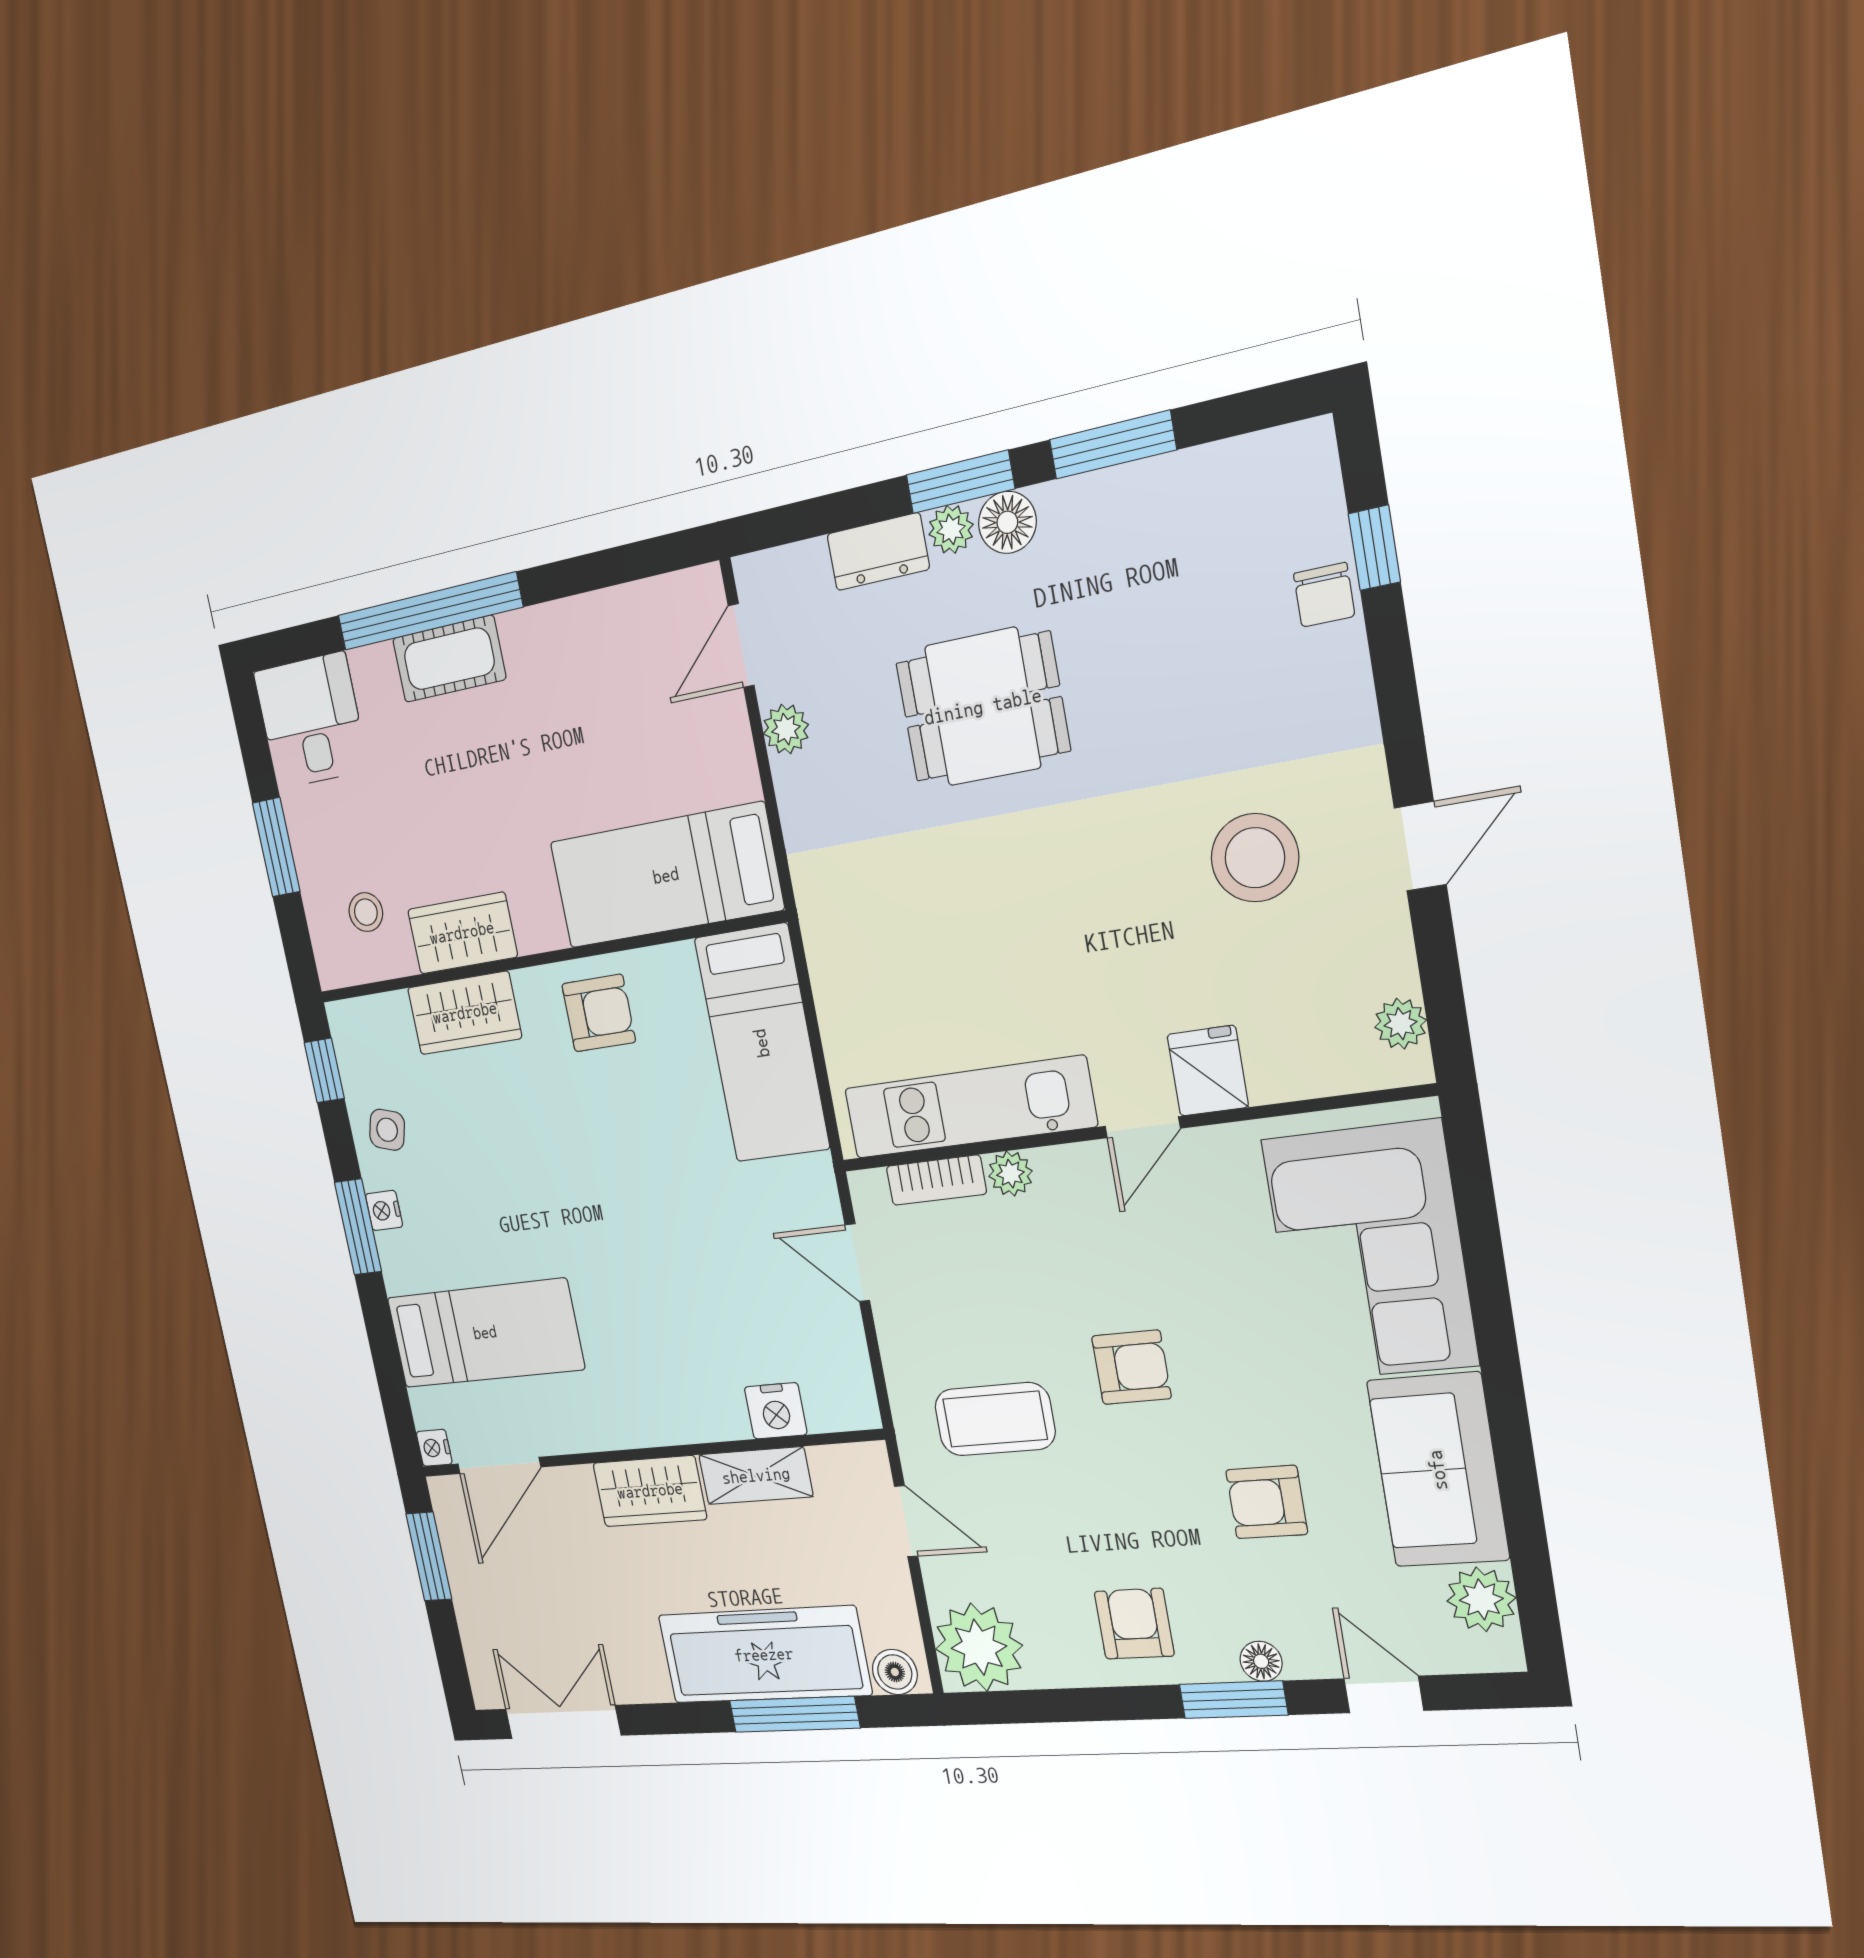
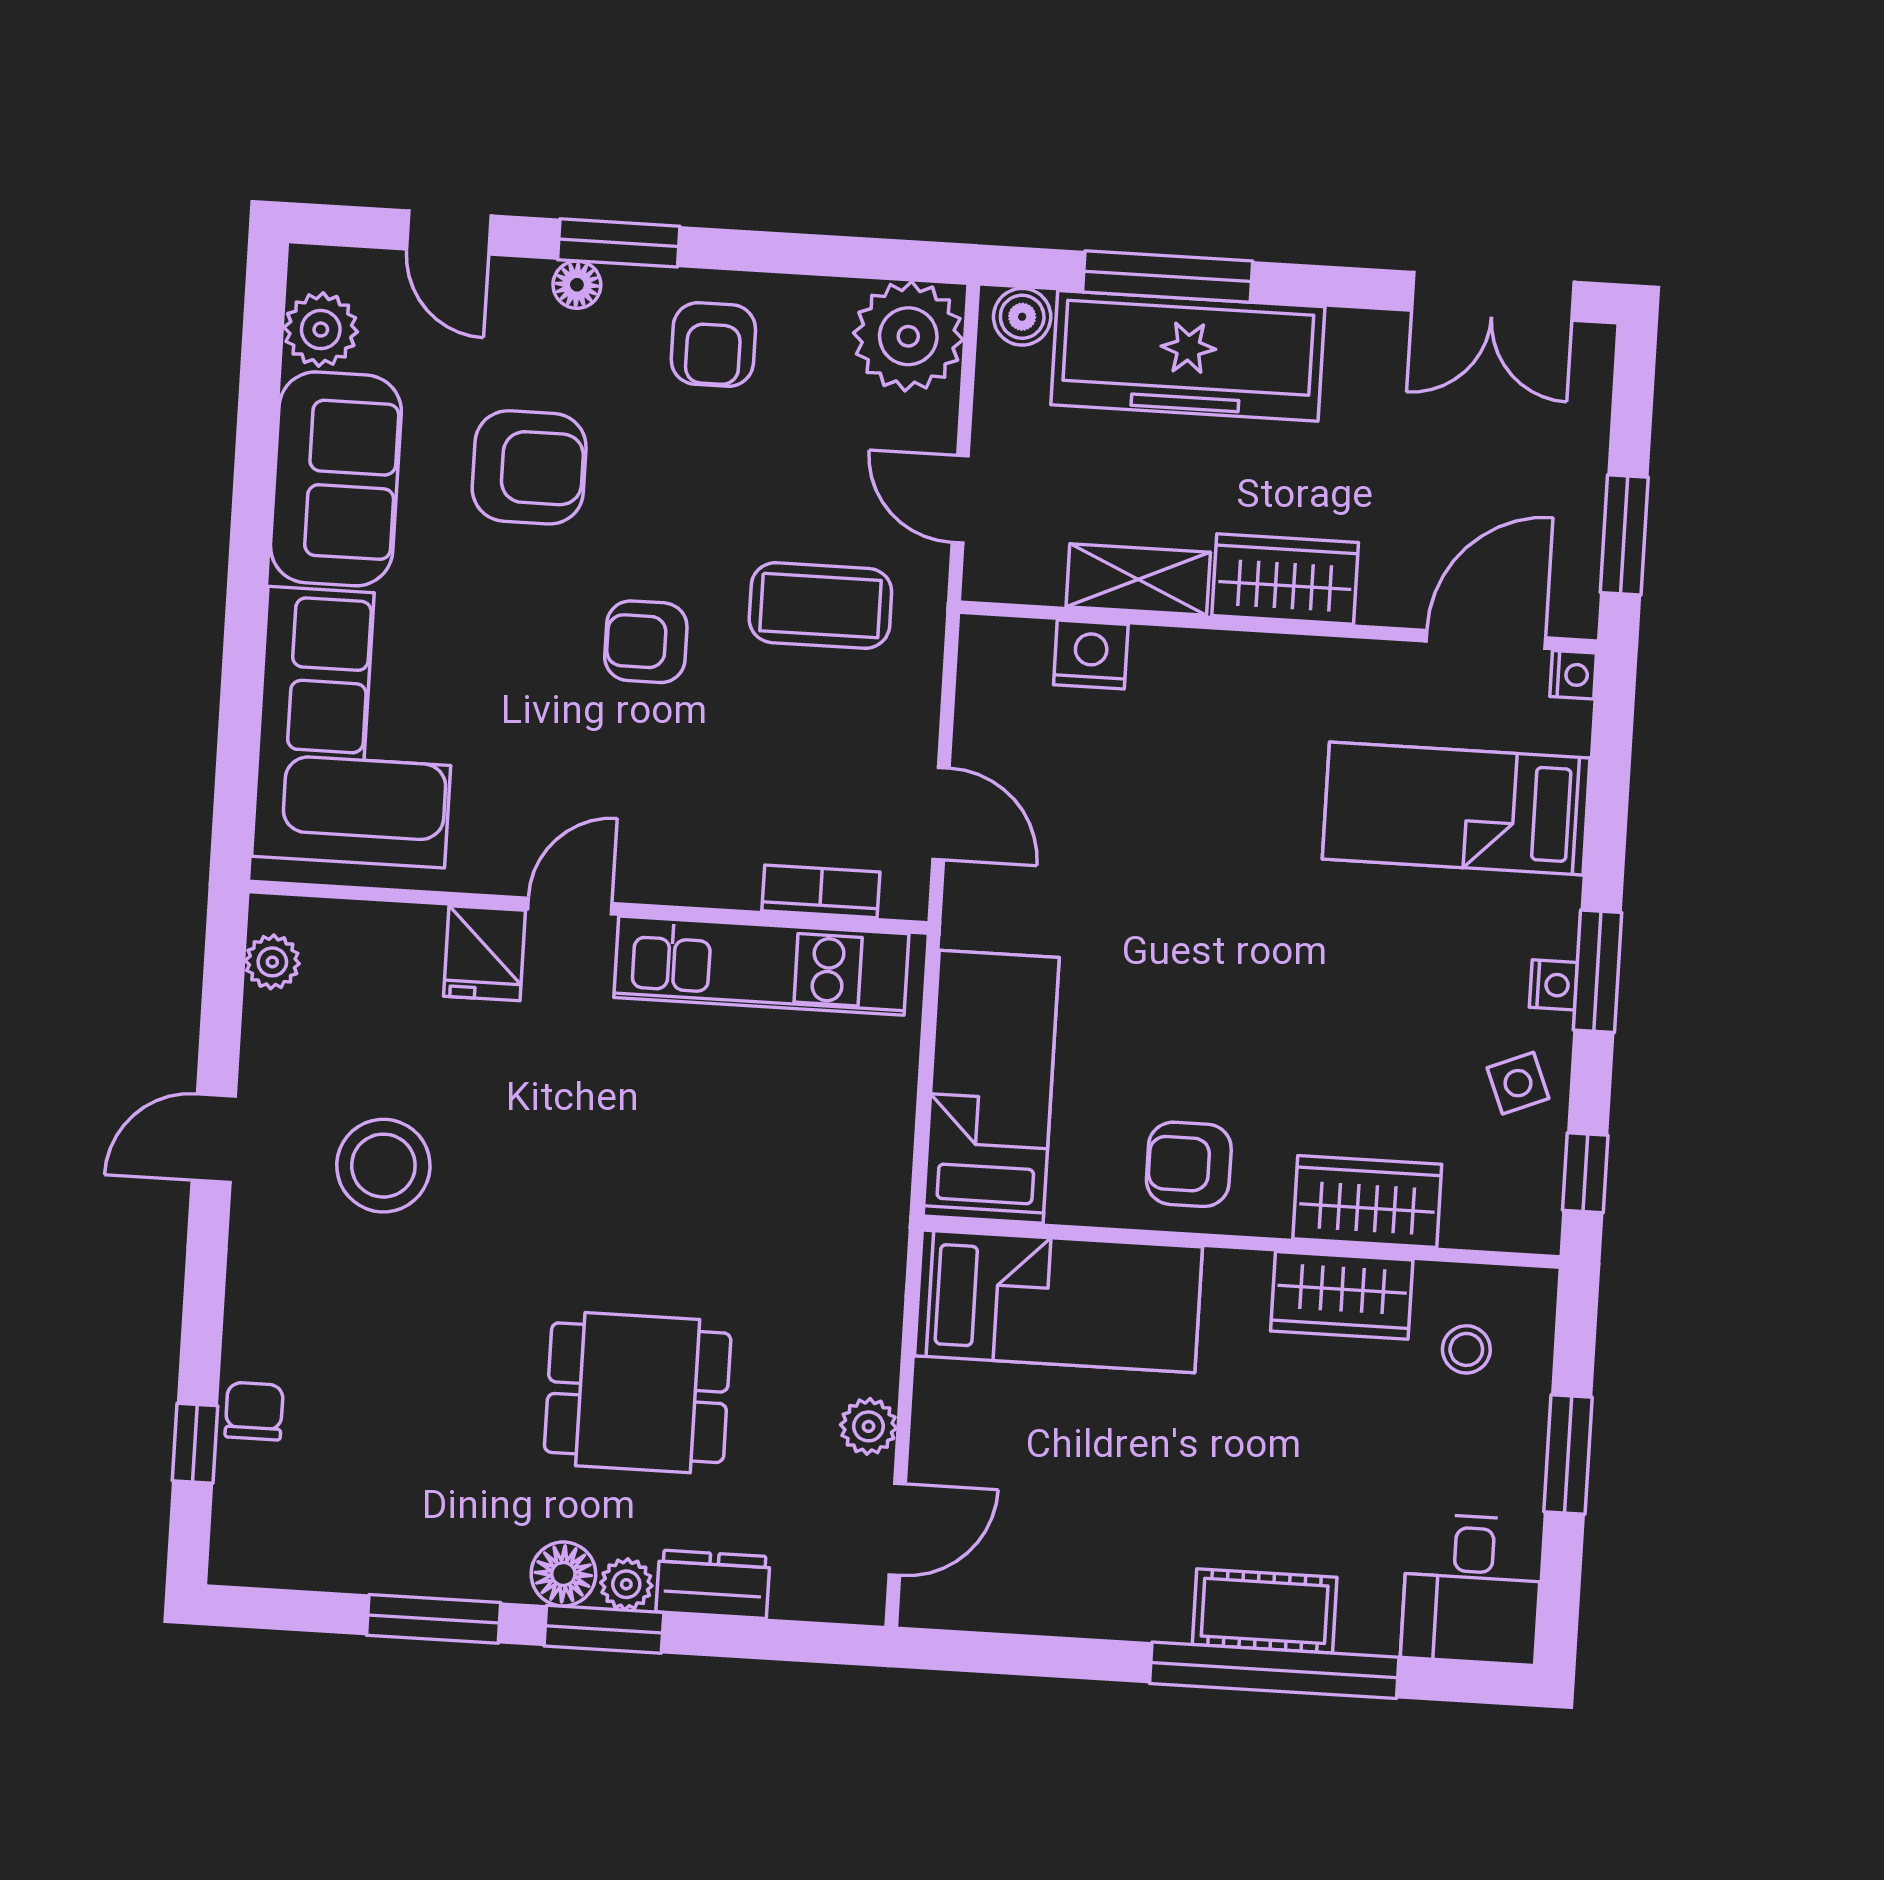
side table: (387, 1130) -> (1518, 1083), turned -38
plant: (1010, 1174) -> (732, 883), removed
armchair: (1267, 1502) -> (529, 467), width x1.38, depth x1.38

